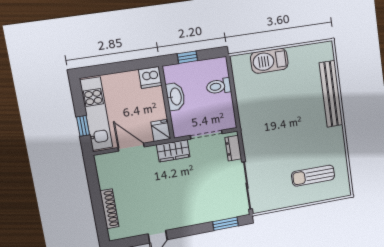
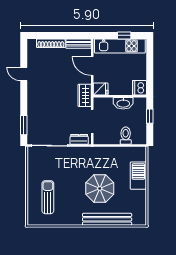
parasol: (293, 110) -> (100, 188), added
window: (83, 126) -> (124, 35), moved
door: (131, 147) -> (92, 66), swing flipped
bench: (103, 171) -> (79, 44), added

